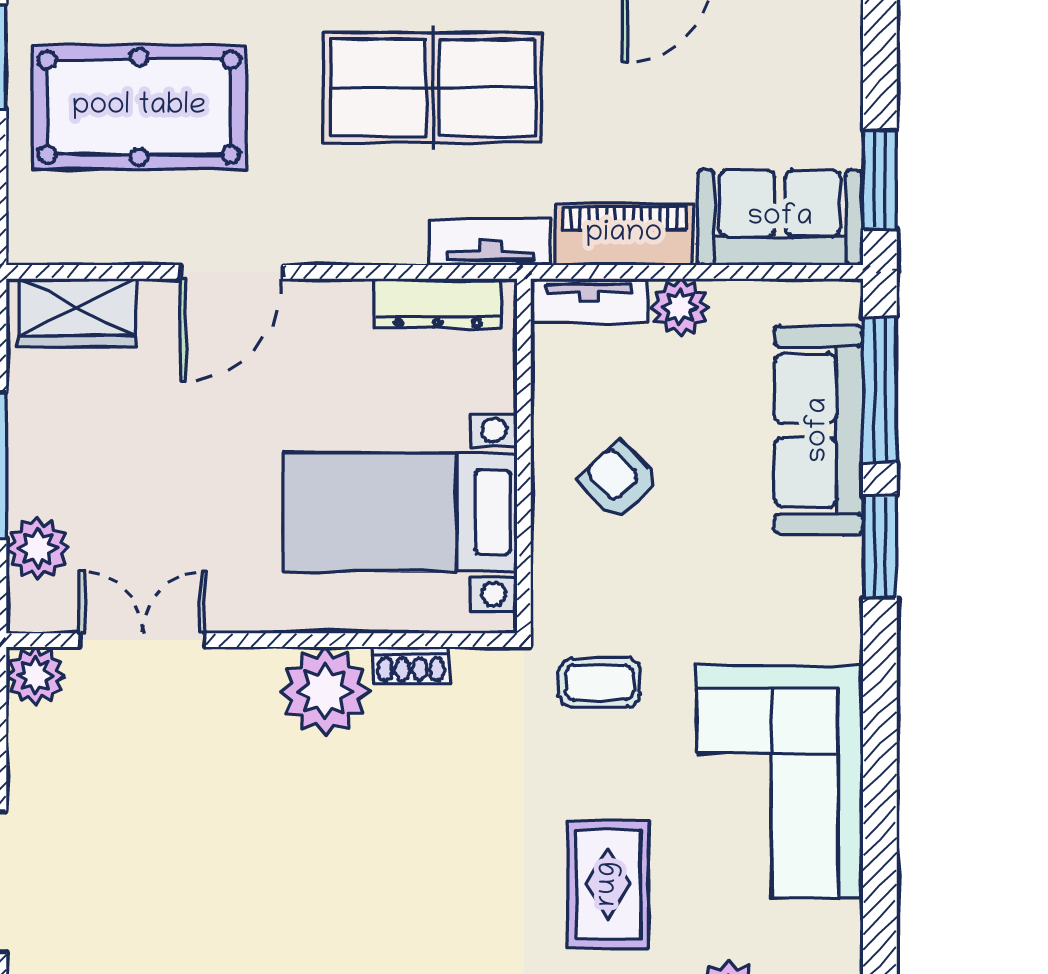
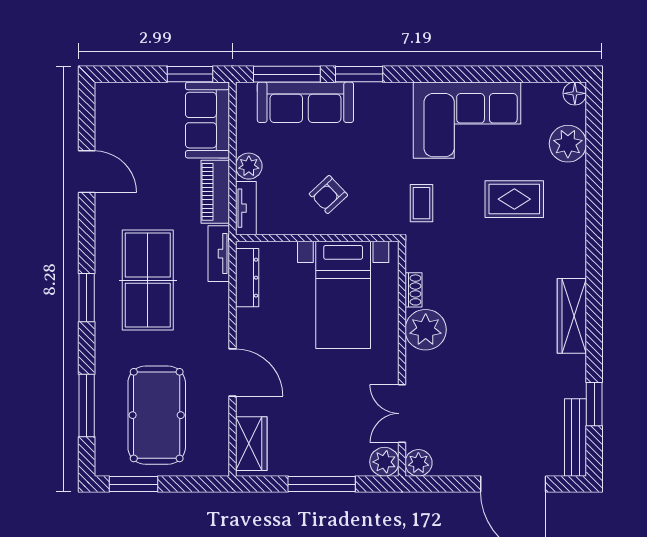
plant: (38, 548) -> (384, 462), moved

